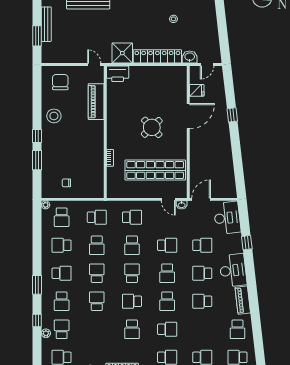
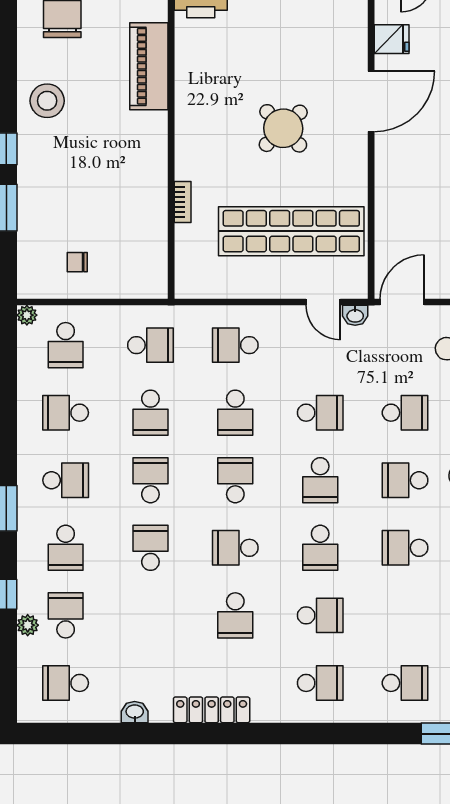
school desk: (132, 217) -> (235, 345), turned 180

